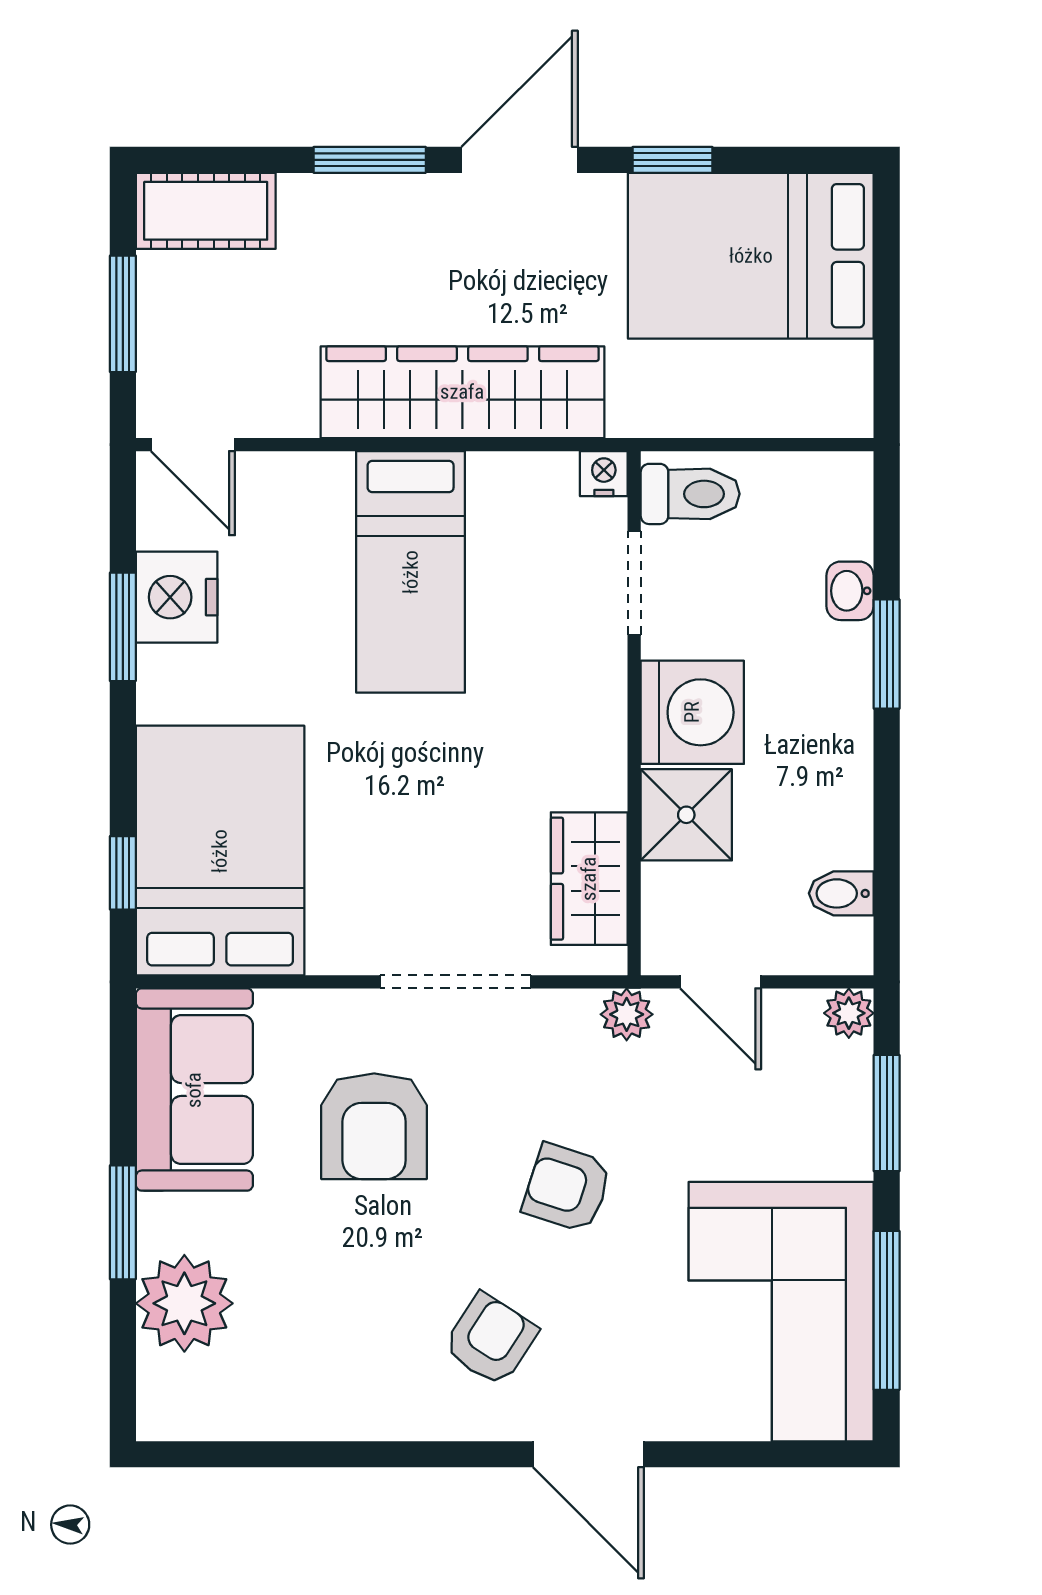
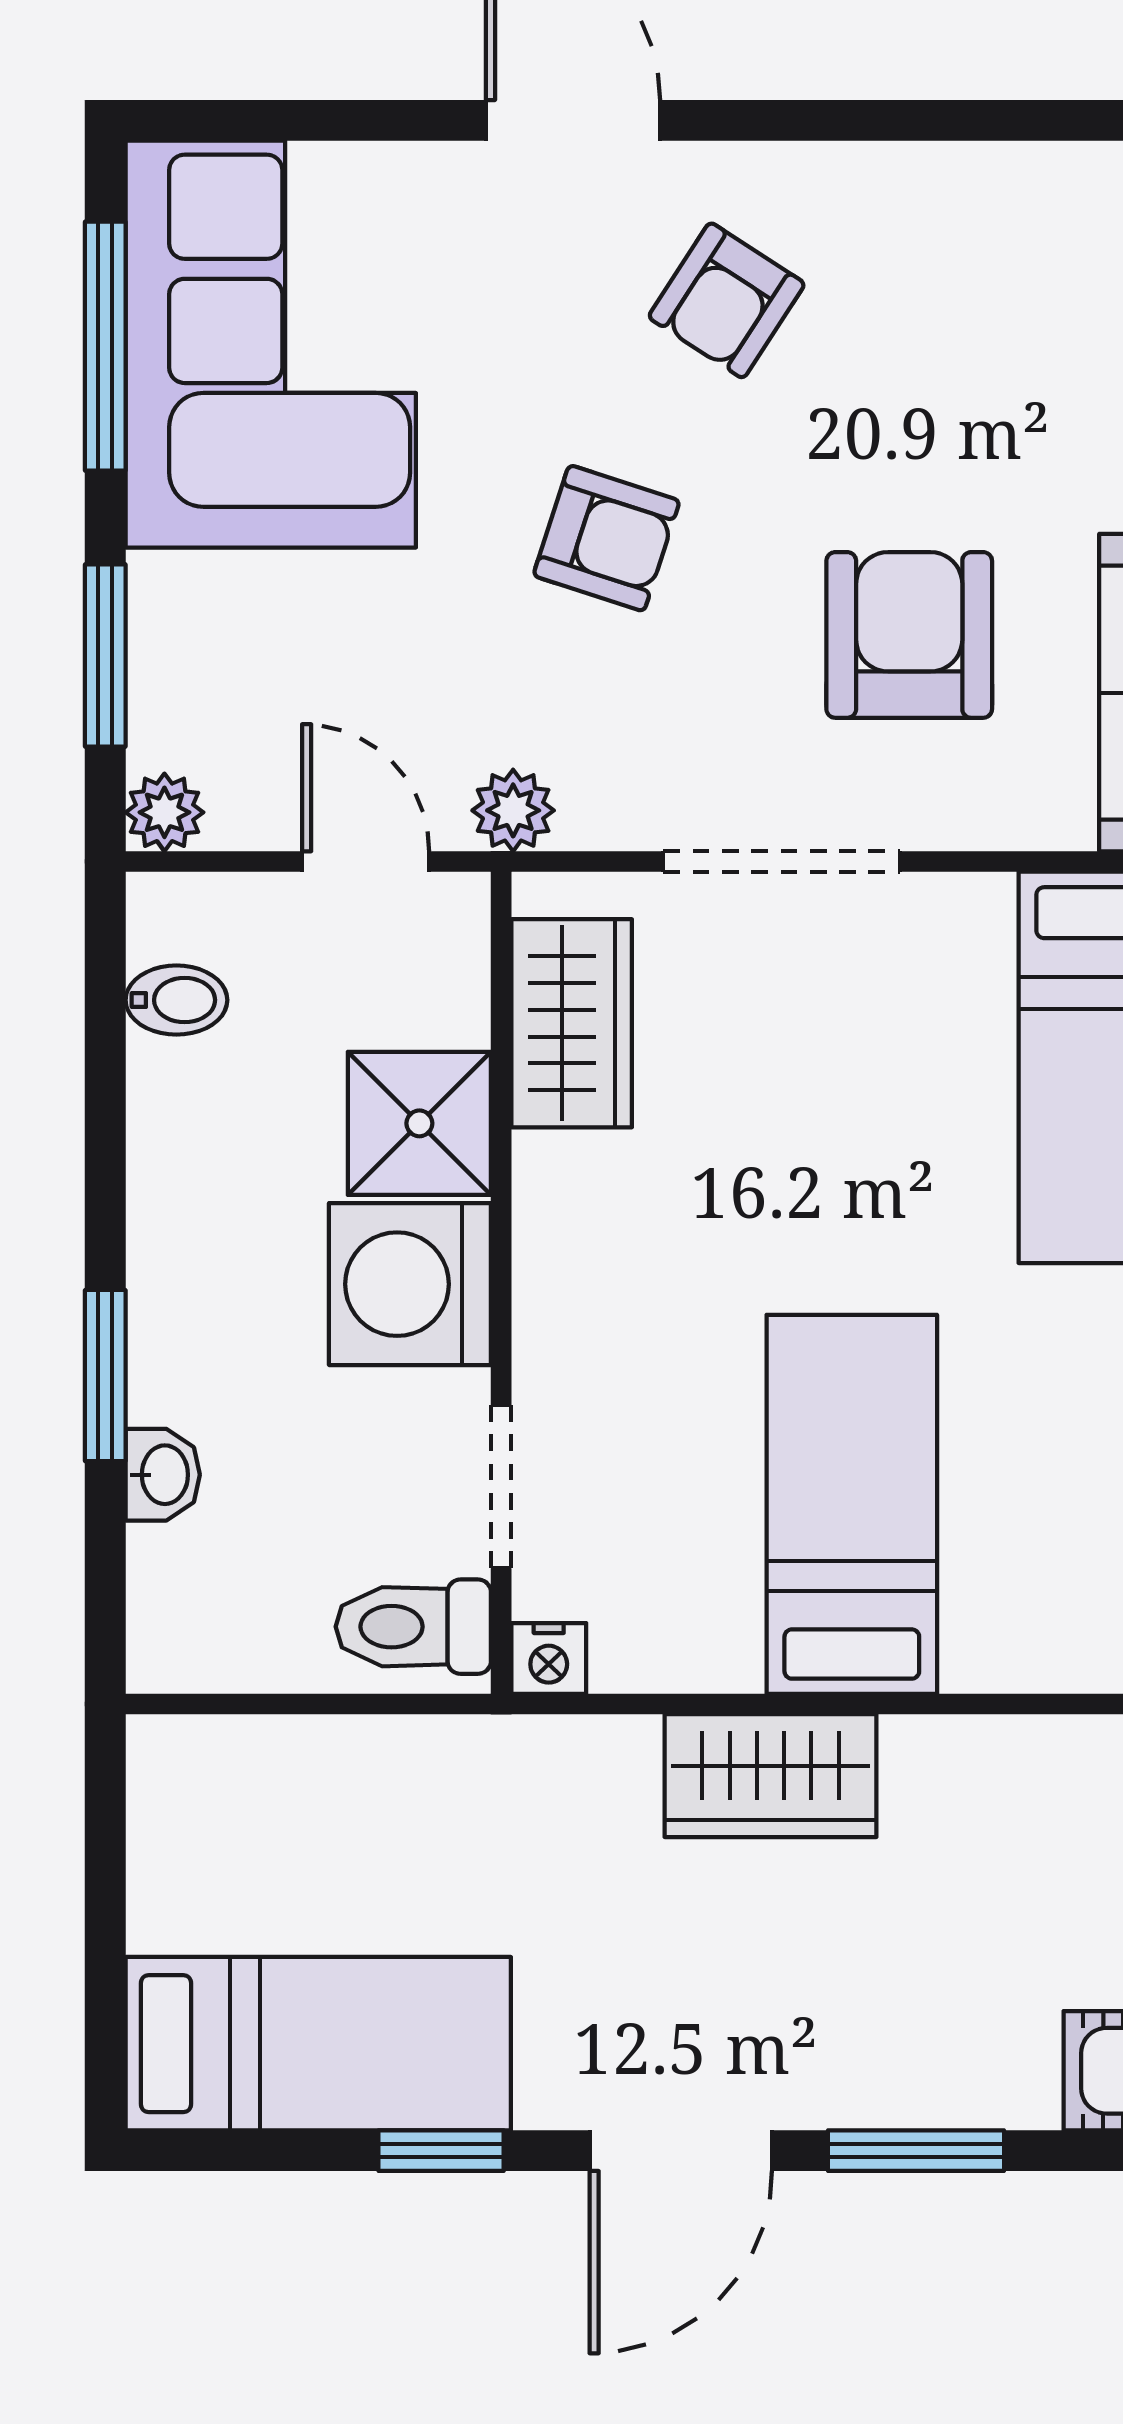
bed: (751, 256) -> (318, 2044), width x0.67
wardrobe: (462, 392) -> (770, 1776), width x0.48, depth x0.85

